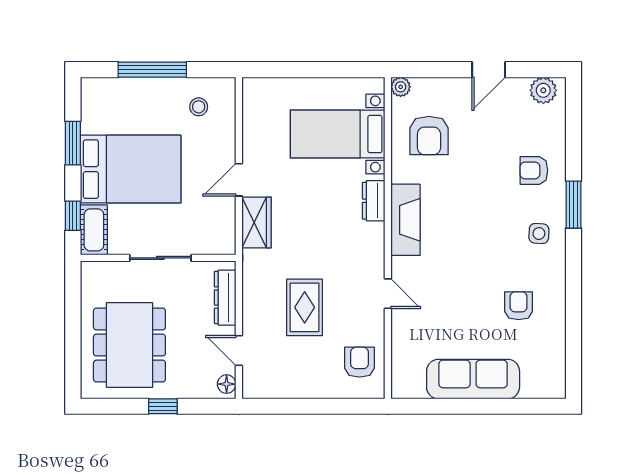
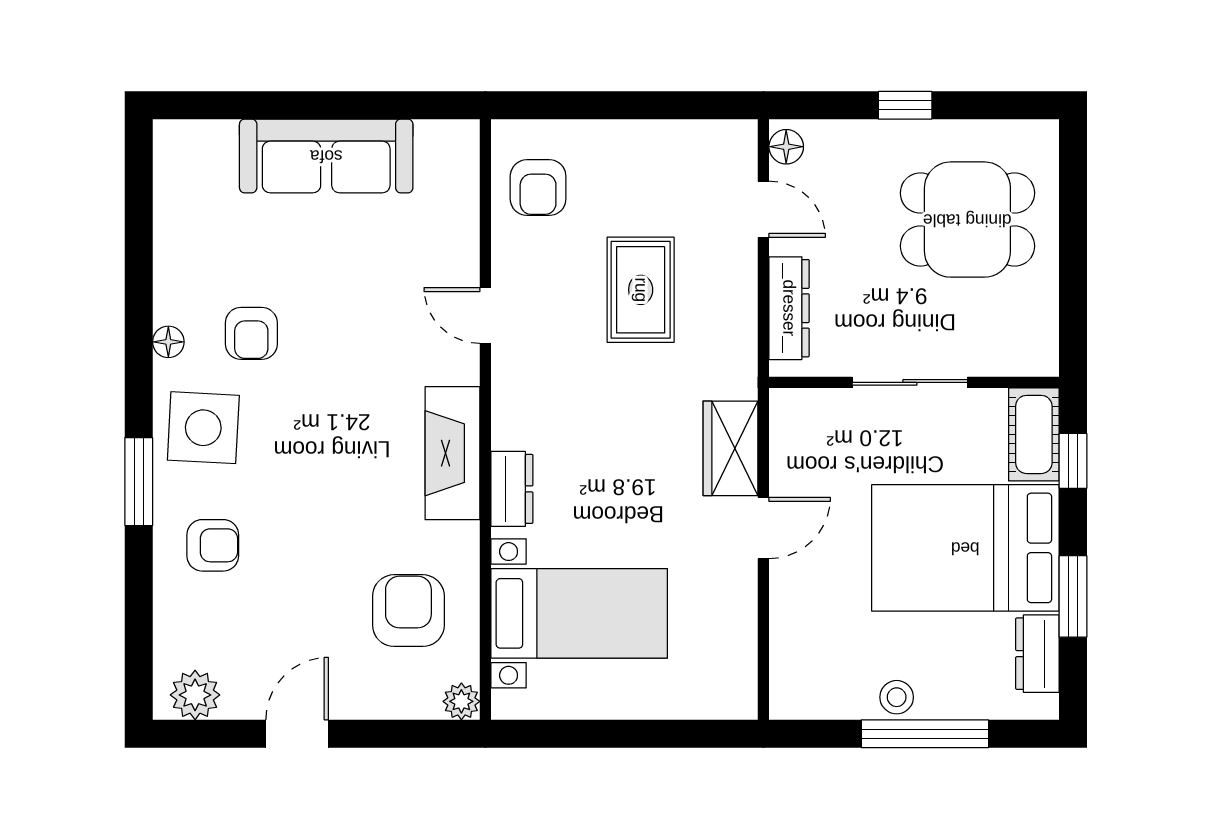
stool: (199, 107) -> (897, 697), moved
dresser: (92, 112) -> (1037, 654), added
side table: (539, 234) -> (203, 428), width x1.87, depth x1.87
floor lamp: (558, 279) -> (168, 342), added
armchair: (519, 306) -> (251, 333), moved
dining table: (129, 345) -> (967, 220), width x0.73

